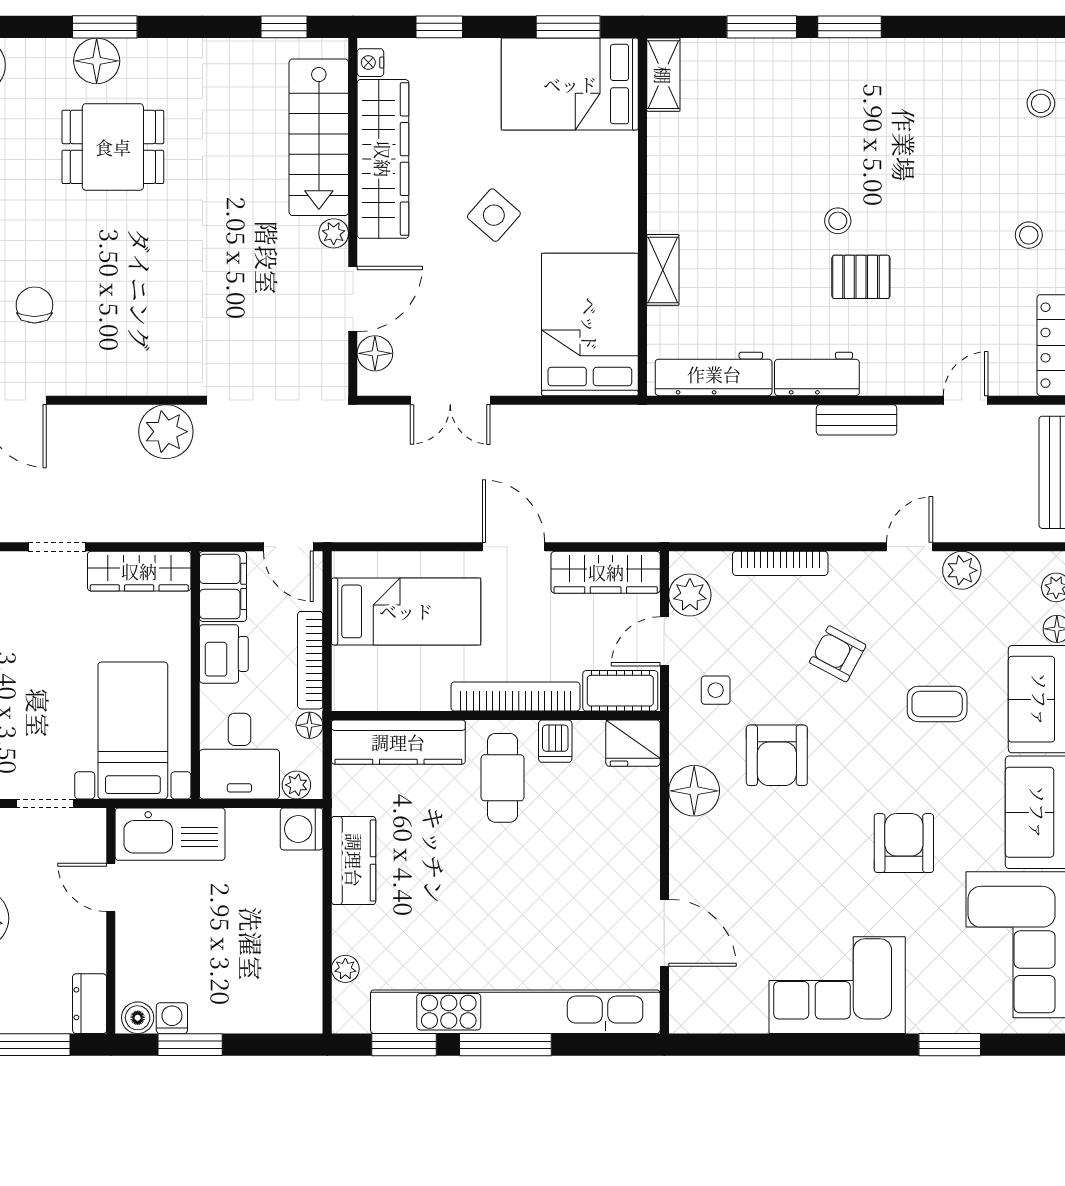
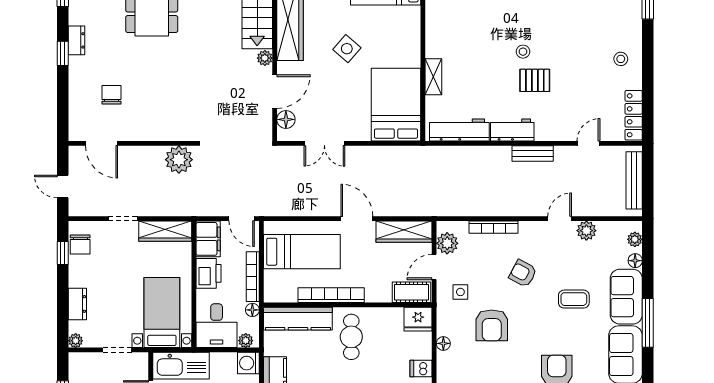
bookcase: (515, 696) -> (331, 295), moved
dishwasher: (555, 741) -> (421, 368), moved, turned 90
floor lamp: (694, 791) -> (443, 343), width x0.53, depth x0.53

